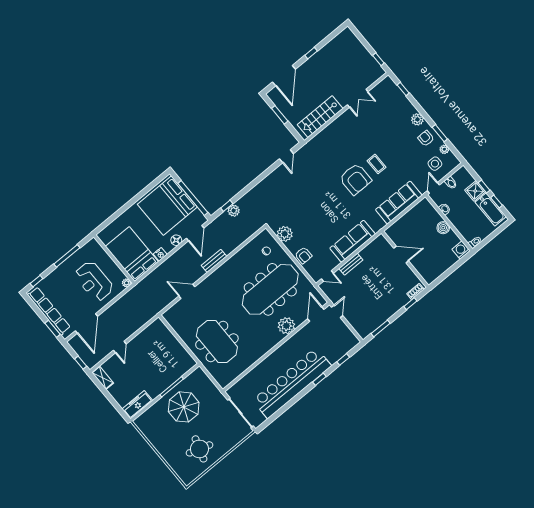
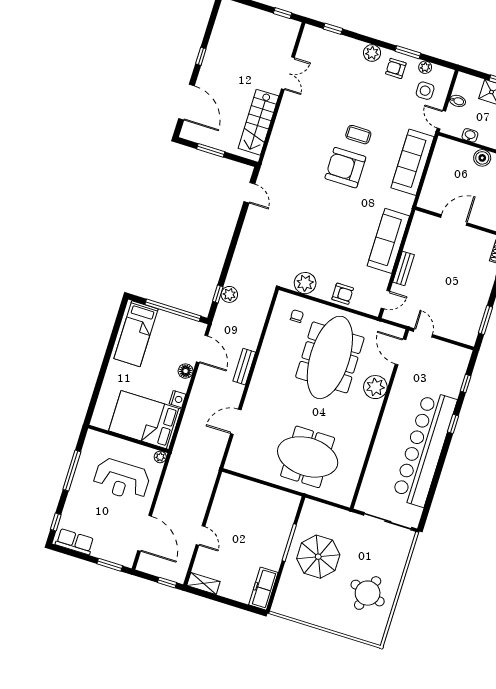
armchair: (355, 179) -> (345, 168), turned 180
bed: (167, 206) -> (136, 334), width x0.49
row of seats: (49, 311) -> (75, 542), width x0.50

